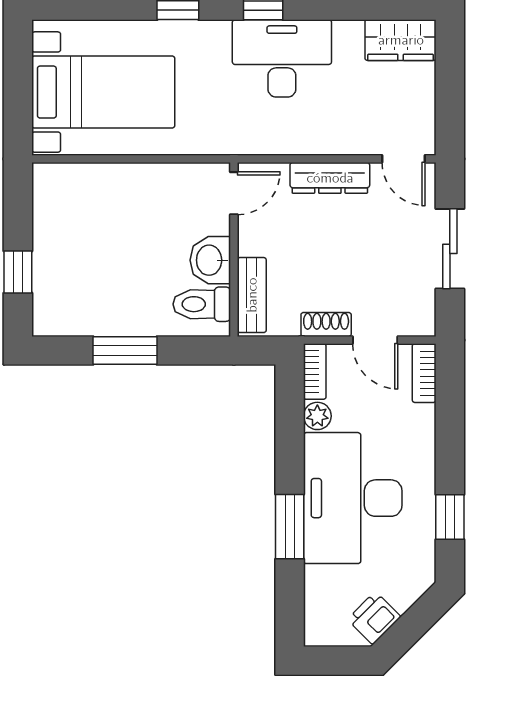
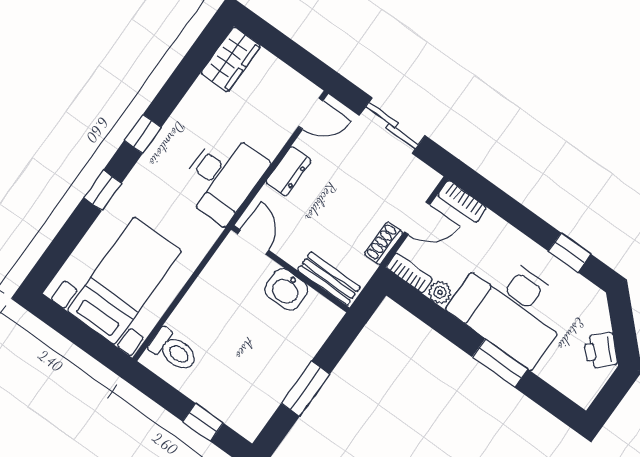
desk: (282, 58) -> (223, 177), moved, turned 180
dresser: (330, 178) -> (288, 171), width x0.70
toilet: (202, 304) -> (174, 350), moved, turned -90

